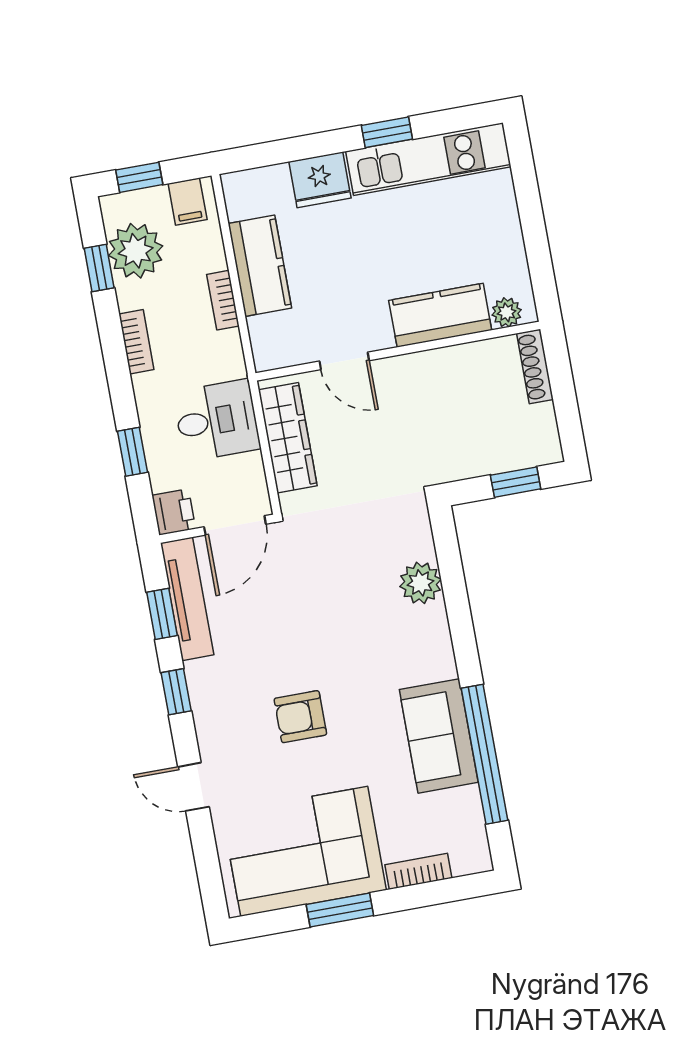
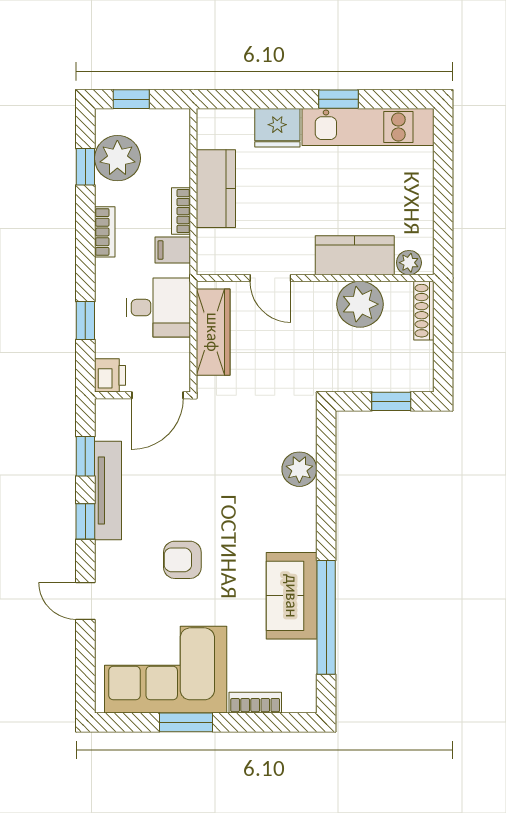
filing cabinet: (188, 202) -> (173, 250), moved, turned 90
plant: (457, 373) -> (360, 304), added
tv unit: (187, 599) -> (108, 491), moved

